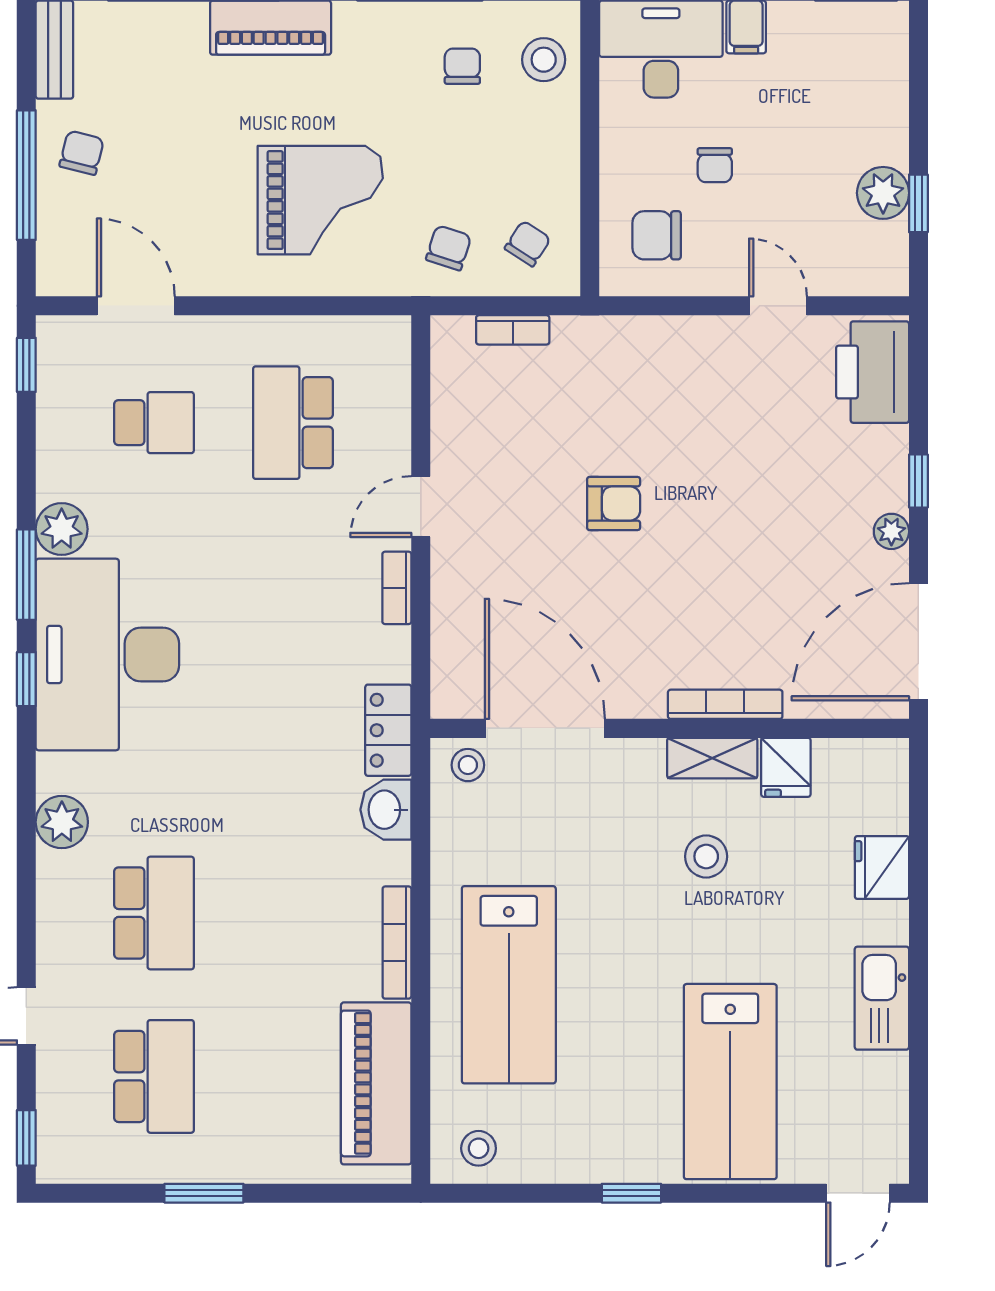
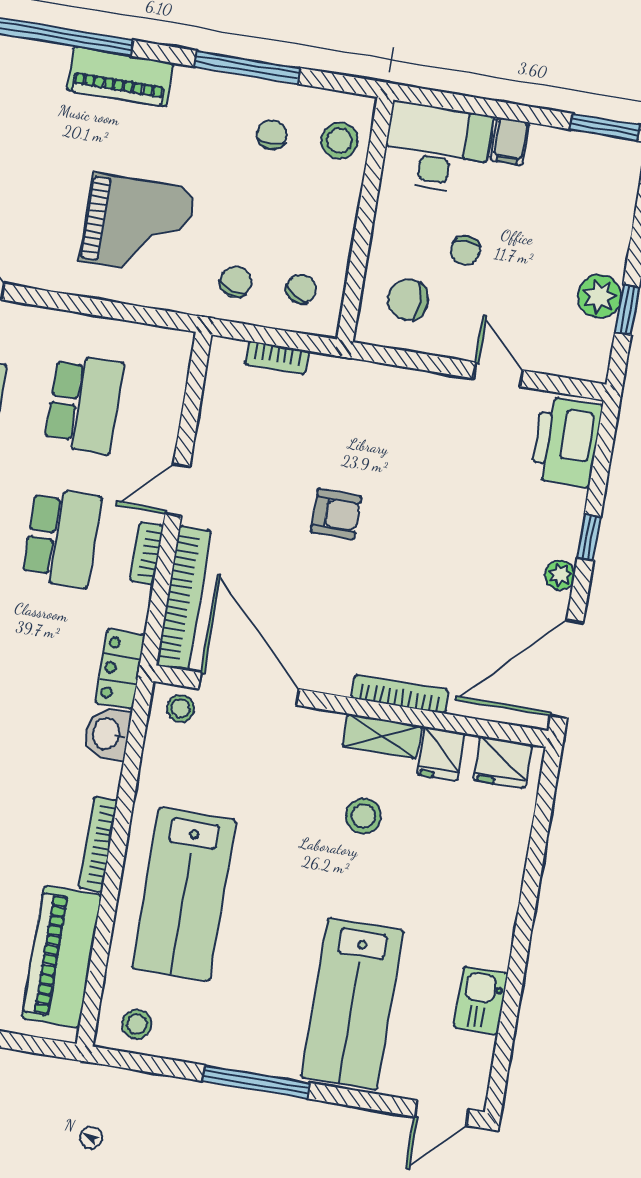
school desk: (293, 423) -> (84, 404), turned 180
school desk: (293, 586) -> (62, 538), added
bookcase: (450, 633) -> (184, 598), added
fridge: (882, 867) -> (502, 762), moved, turned -90
kitchen sink: (882, 998) -> (481, 1000), moved, width x0.73
window: (631, 1193) -> (256, 1082), width x2.17

